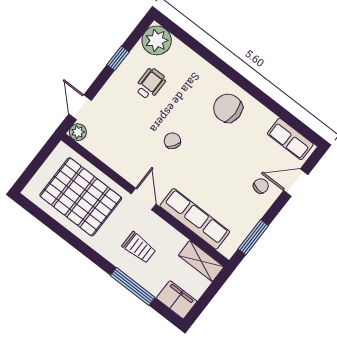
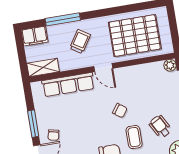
wheelchair: (150, 84) -> (160, 127), turned 151
coffee table: (186, 101) -> (134, 137), added
window: (253, 237) -> (33, 124), moved
trolley: (139, 248) -> (80, 42), turned 123

